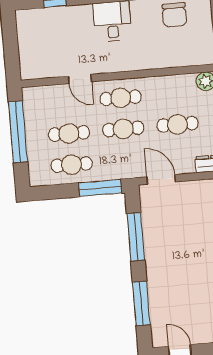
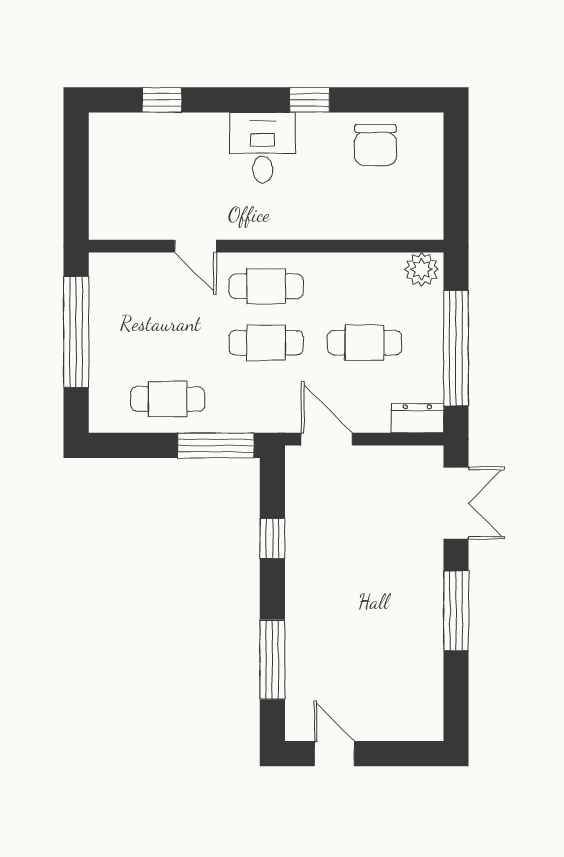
cafe table: (69, 133) -> (168, 343), removed
window: (136, 237) -> (272, 539), width x0.46

